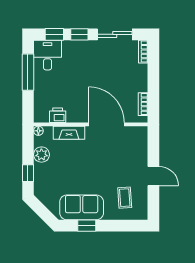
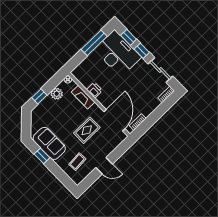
desk: (48, 55) -> (118, 53), width x1.87, depth x1.30
printer: (58, 115) -> (95, 90), moved
door: (106, 124) -> (114, 120), moved
rug: (104, 160) -> (87, 130), added
door: (153, 176) -> (104, 166), hinge flipped

